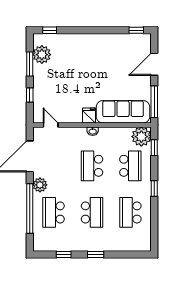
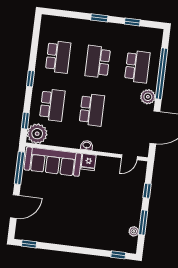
plant: (42, 55) -> (134, 231), width x0.53, depth x0.53
door: (51, 125) -> (129, 157), hinge flipped
school desk: (130, 166) -> (52, 105), turned 180

